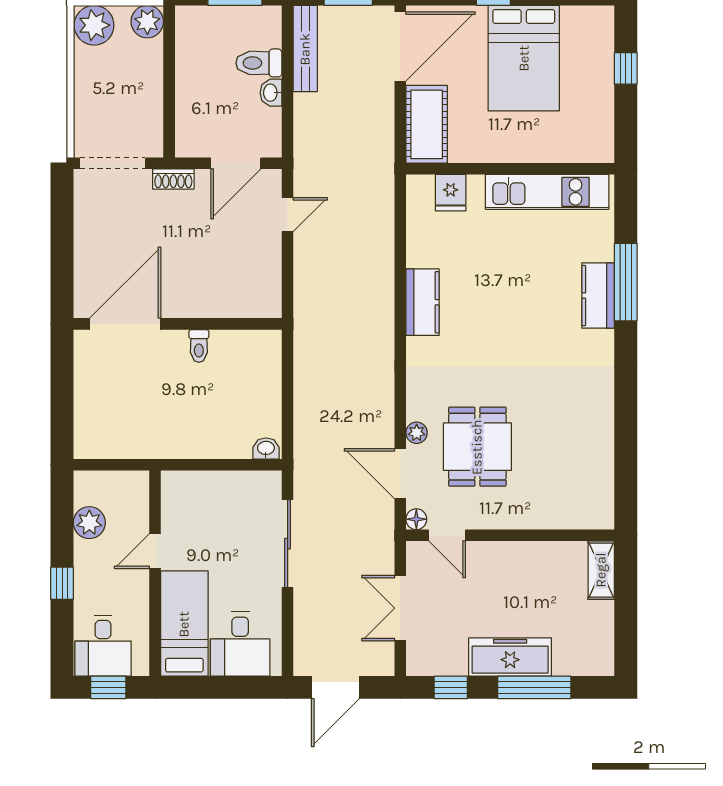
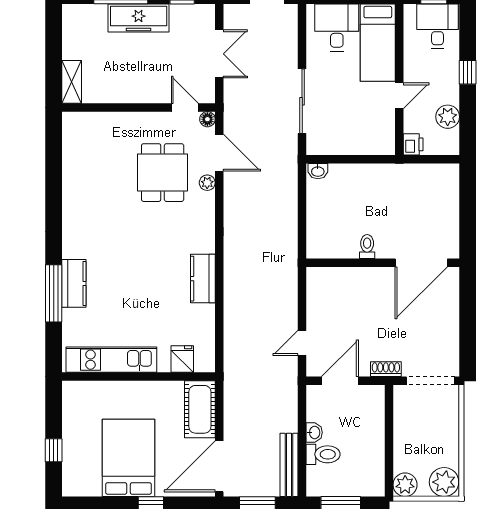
printer: (136, 485) -> (413, 144), added

